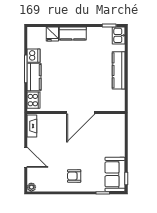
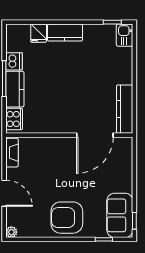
kitchen counter: (119, 70) -> (125, 109), moved
door: (81, 112) -> (95, 135), moved
armchair: (74, 176) -> (67, 218), width x1.88, depth x1.88

